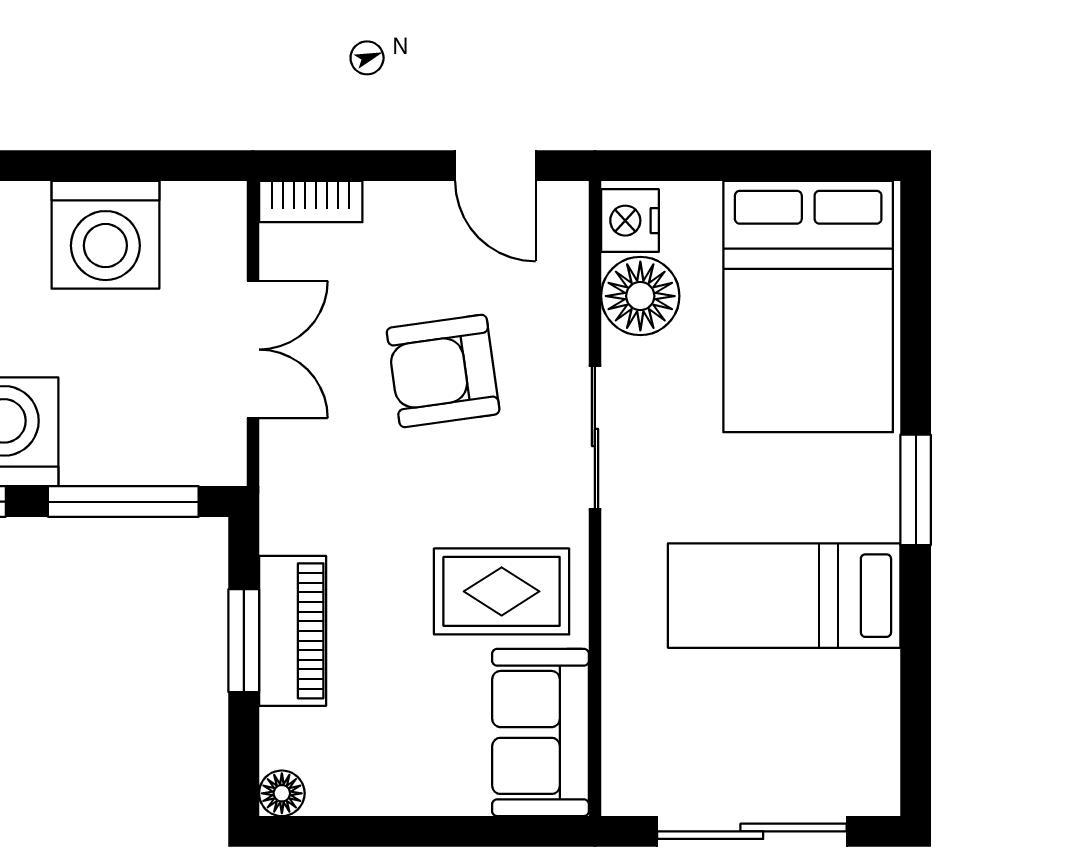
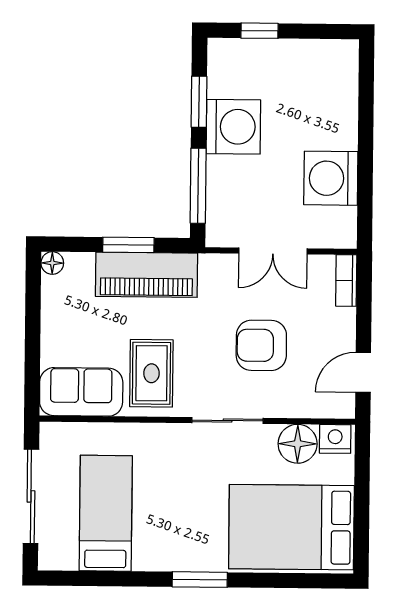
armchair: (443, 371) -> (261, 345), turned -82
bed: (784, 596) -> (106, 513), moved
piano: (293, 631) -> (147, 275), width x1.37, depth x1.33

